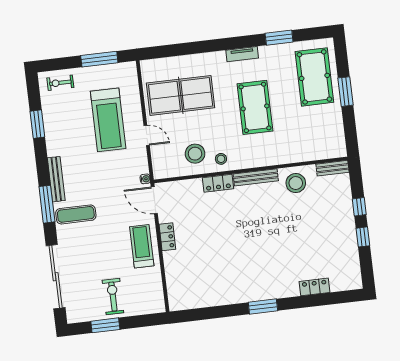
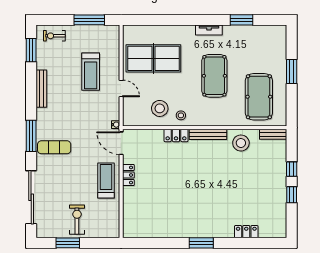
pool table: (314, 77) -> (259, 97), moved
treadmill: (108, 120) -> (91, 72), width x0.73, depth x0.73
window: (37, 124) -> (31, 50), moved
bench: (56, 179) -> (41, 89), moved

